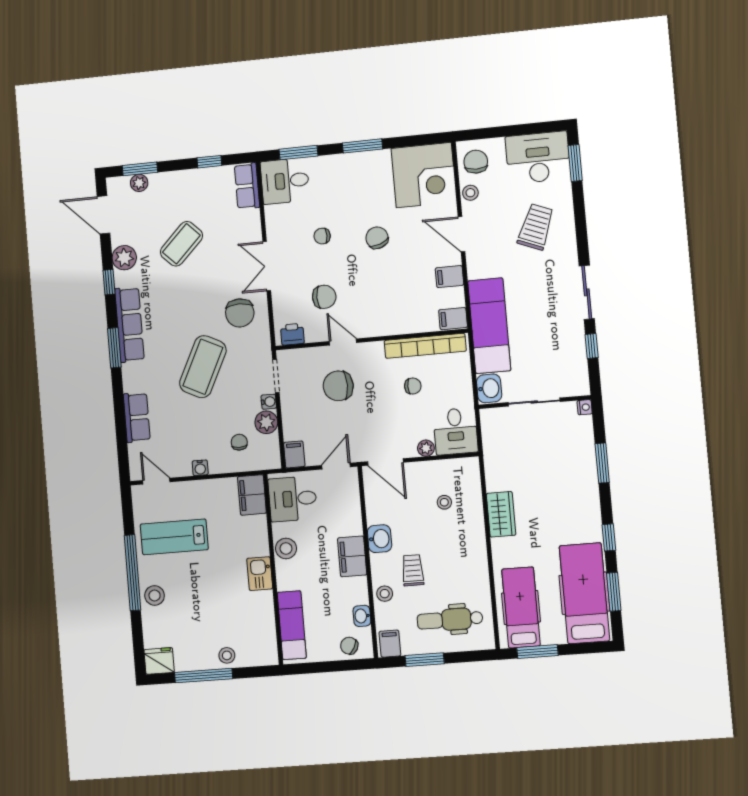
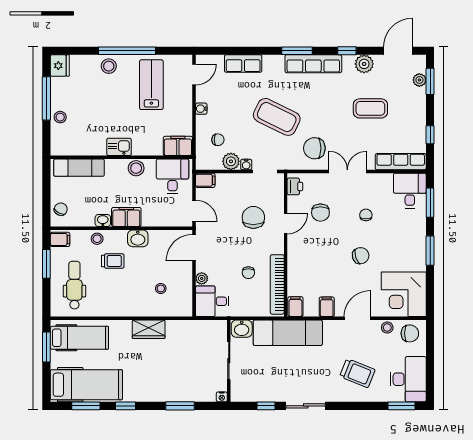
row of seats: (247, 186) -> (401, 162), width x1.48
coffee table: (181, 244) -> (370, 108), turned -45
washbasin: (362, 616) -> (103, 220), moved

